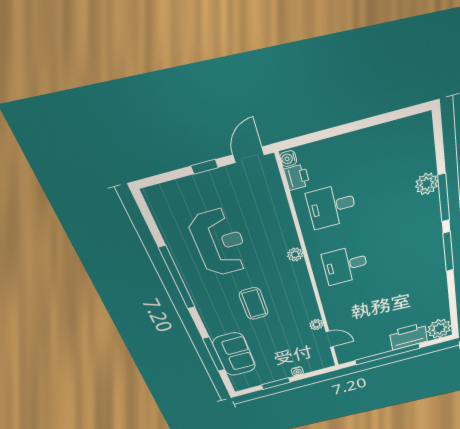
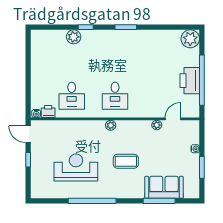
window: (444, 198) -> (86, 27), width x0.46
window: (448, 252) -> (126, 27), width x0.69
plant: (295, 254) -> (111, 125), moved
printer: (408, 336) -> (190, 81), moved

